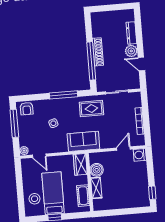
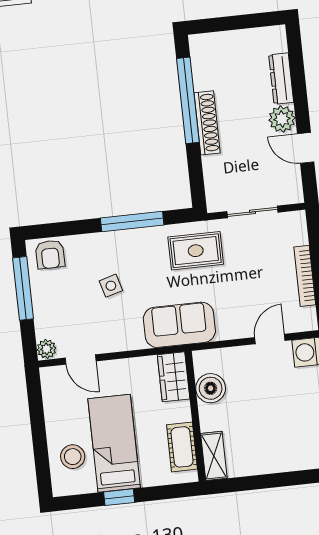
window: (91, 61) -> (188, 100), moved
shelving: (96, 188) -> (214, 456), moved

